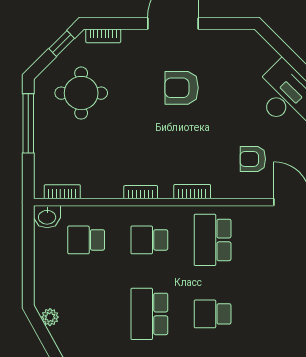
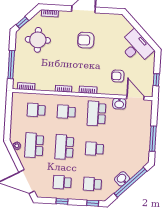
window: (62, 44) -> (22, 22), moved
window: (28, 123) -> (11, 65), moved
washbasin: (47, 217) -> (119, 104), moved
school desk: (86, 314) -> (34, 145), added

